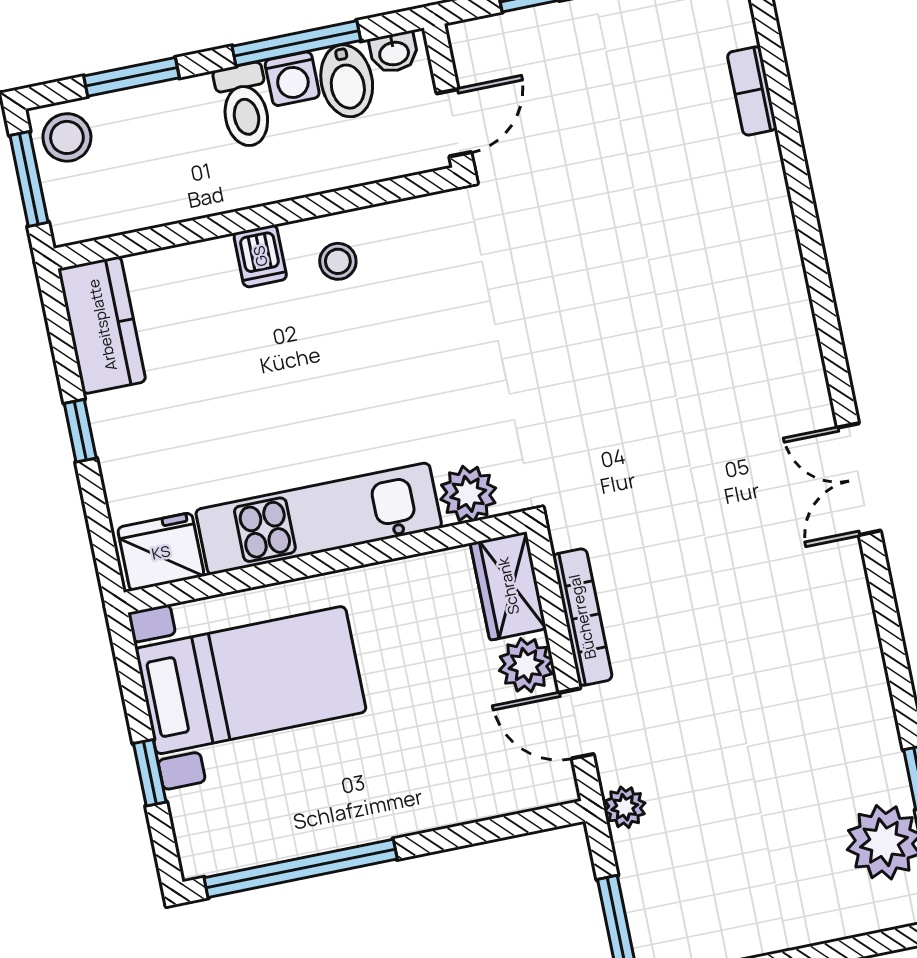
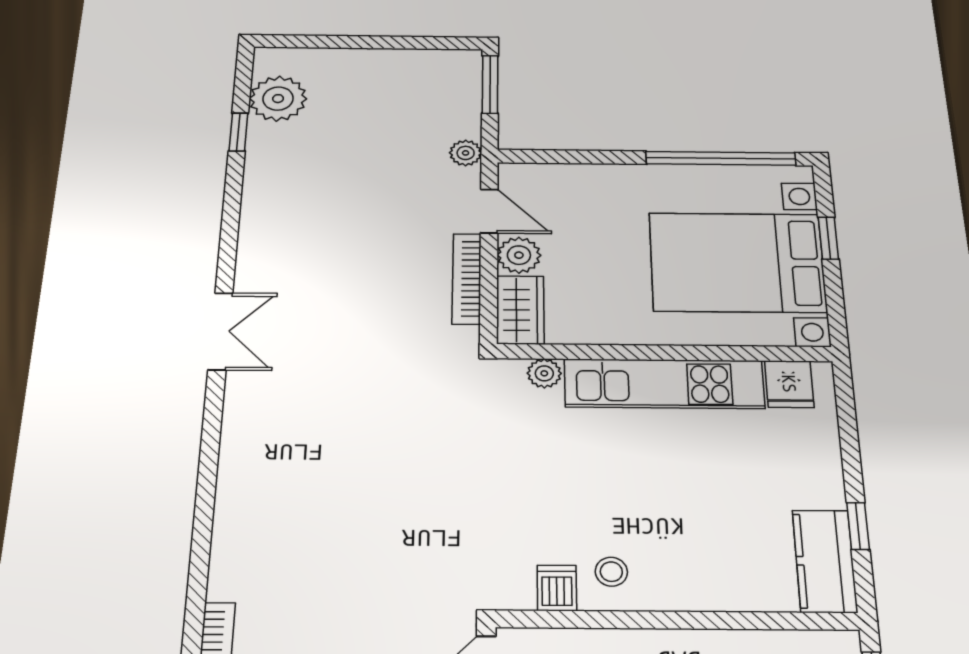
dishwasher: (260, 256) -> (557, 588), moved
window: (80, 431) -> (858, 526), moved
plant: (468, 494) -> (544, 373), width x0.73, depth x0.73
fridge: (161, 552) -> (789, 384), width x0.72
bed with nightstands: (251, 680) -> (737, 262), width x1.36

